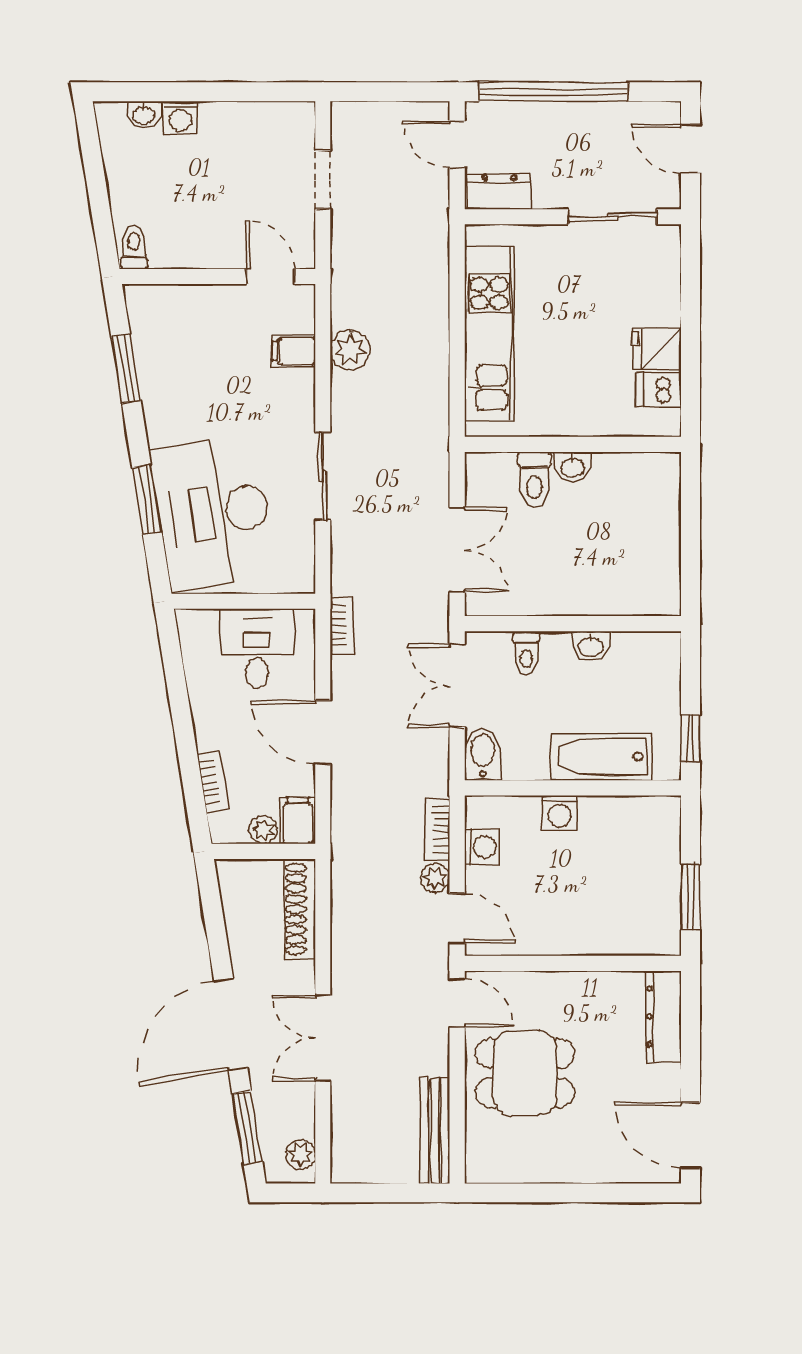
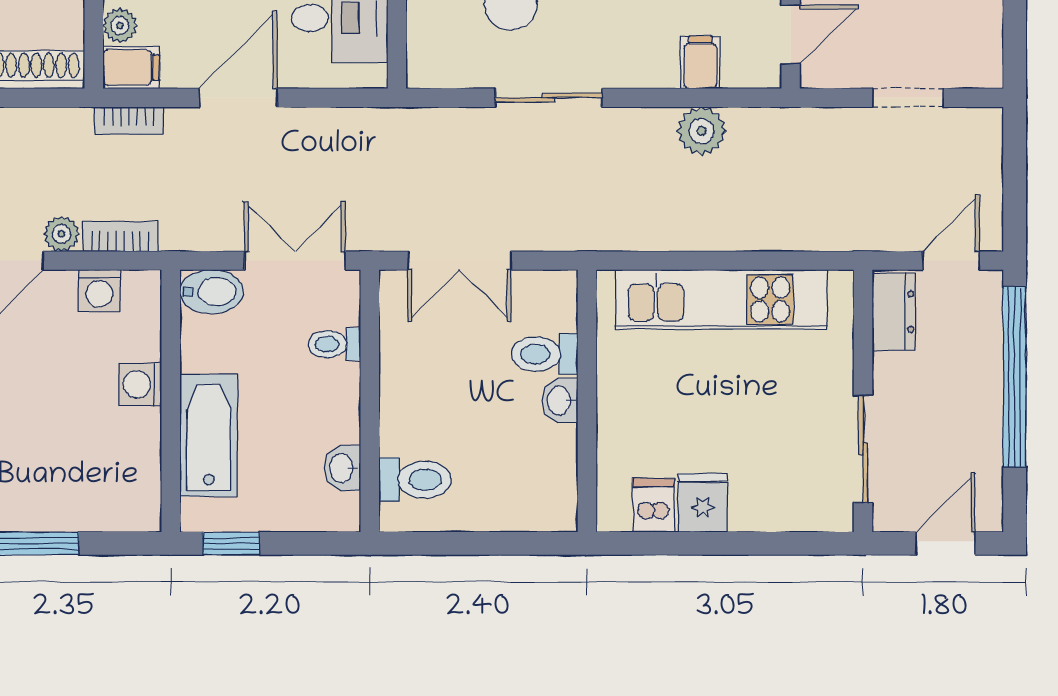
toilet: (638, 586) -> (415, 480), added
bookcase: (342, 625) -> (129, 121), moved
washbasin: (591, 646) -> (342, 468), moved

